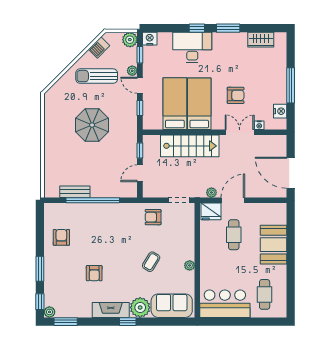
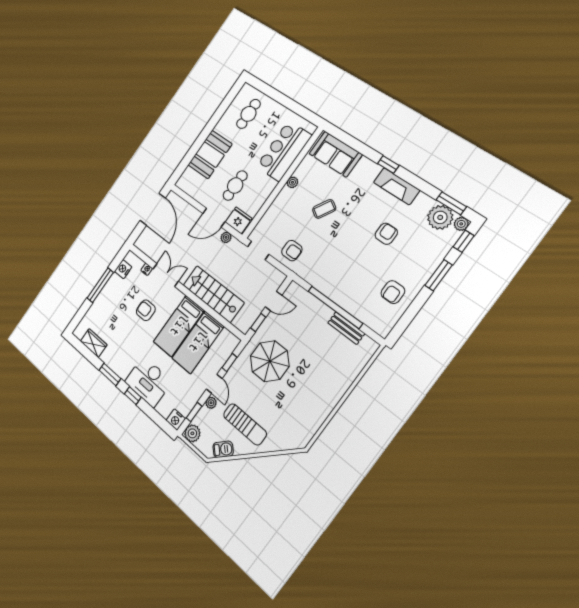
parasol: (92, 125) -> (270, 361), moved
double door: (240, 132) -> (166, 275), swing flipped
bar counter: (225, 304) -> (284, 151), moved, turned 90
plant: (140, 307) -> (440, 217), moved

